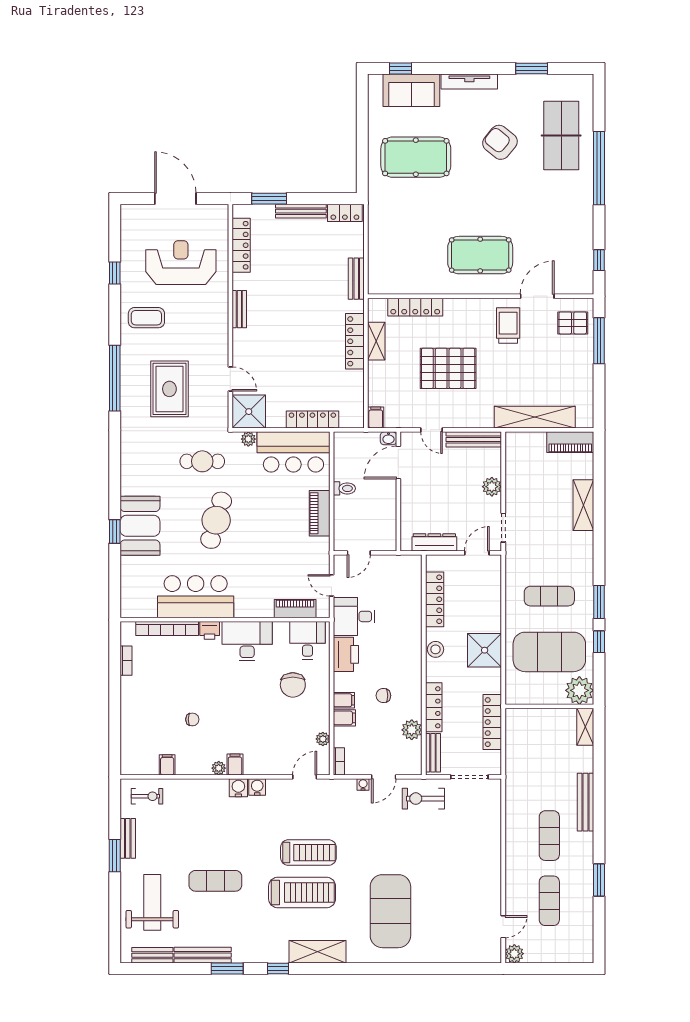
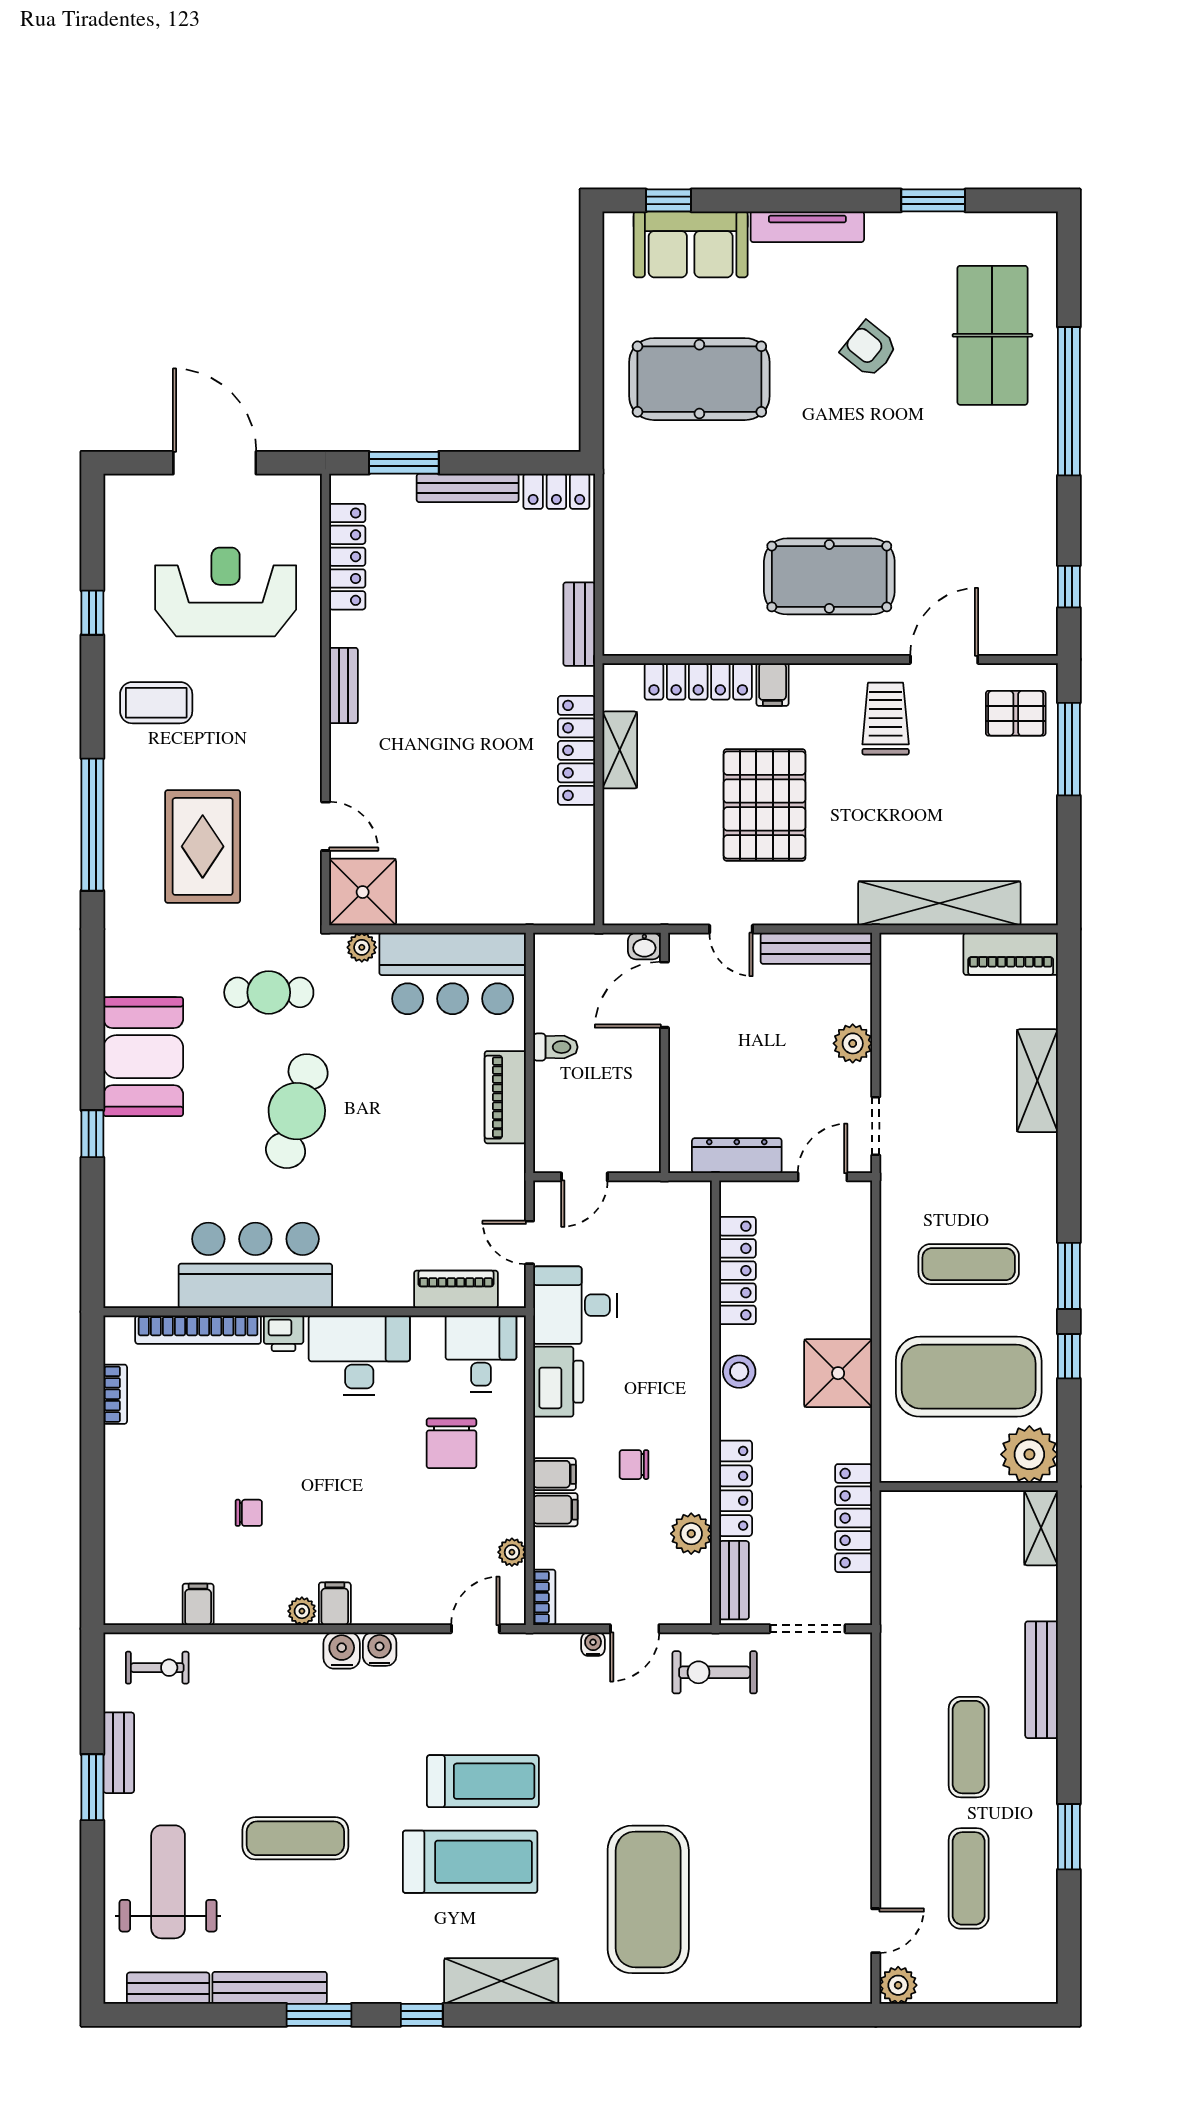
armchair: (500, 142) -> (869, 349), width x0.72, depth x0.72
pallet: (448, 368) -> (765, 805), turned 90
filing cabinet: (376, 418) -> (773, 685), moved, turned 180
locker: (312, 419) -> (491, 908), removed
booth: (140, 526) -> (143, 1057), moved

